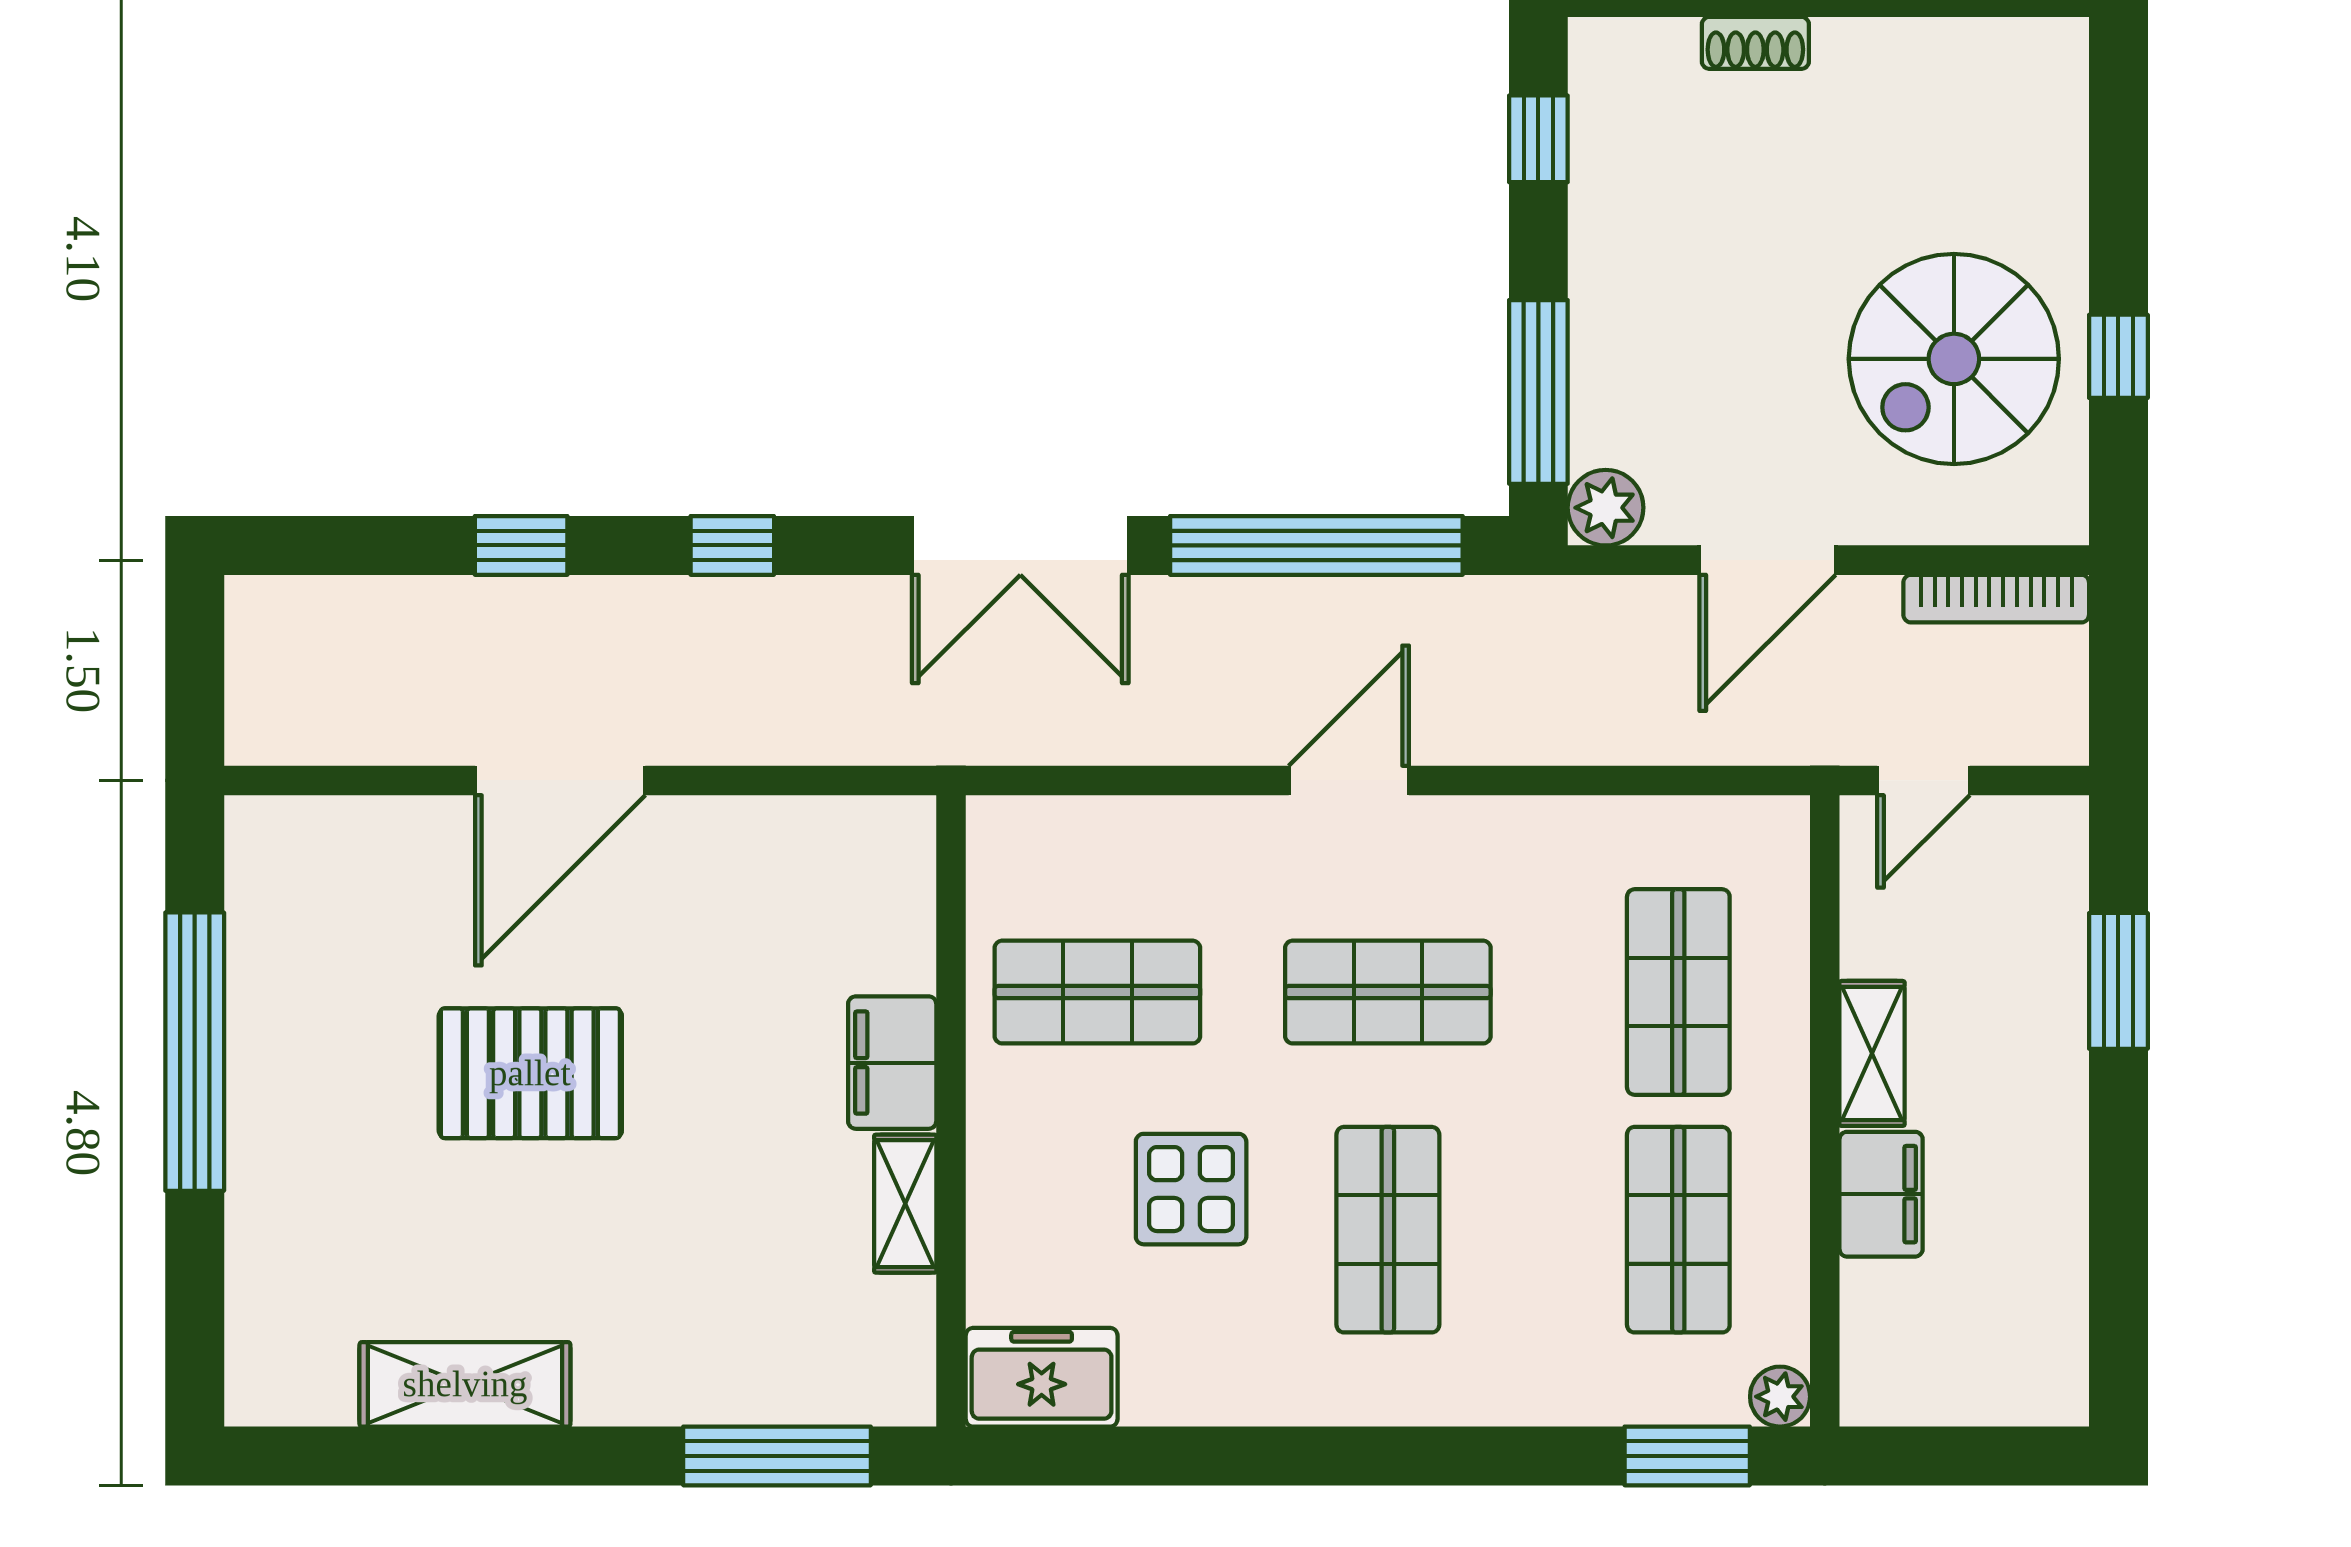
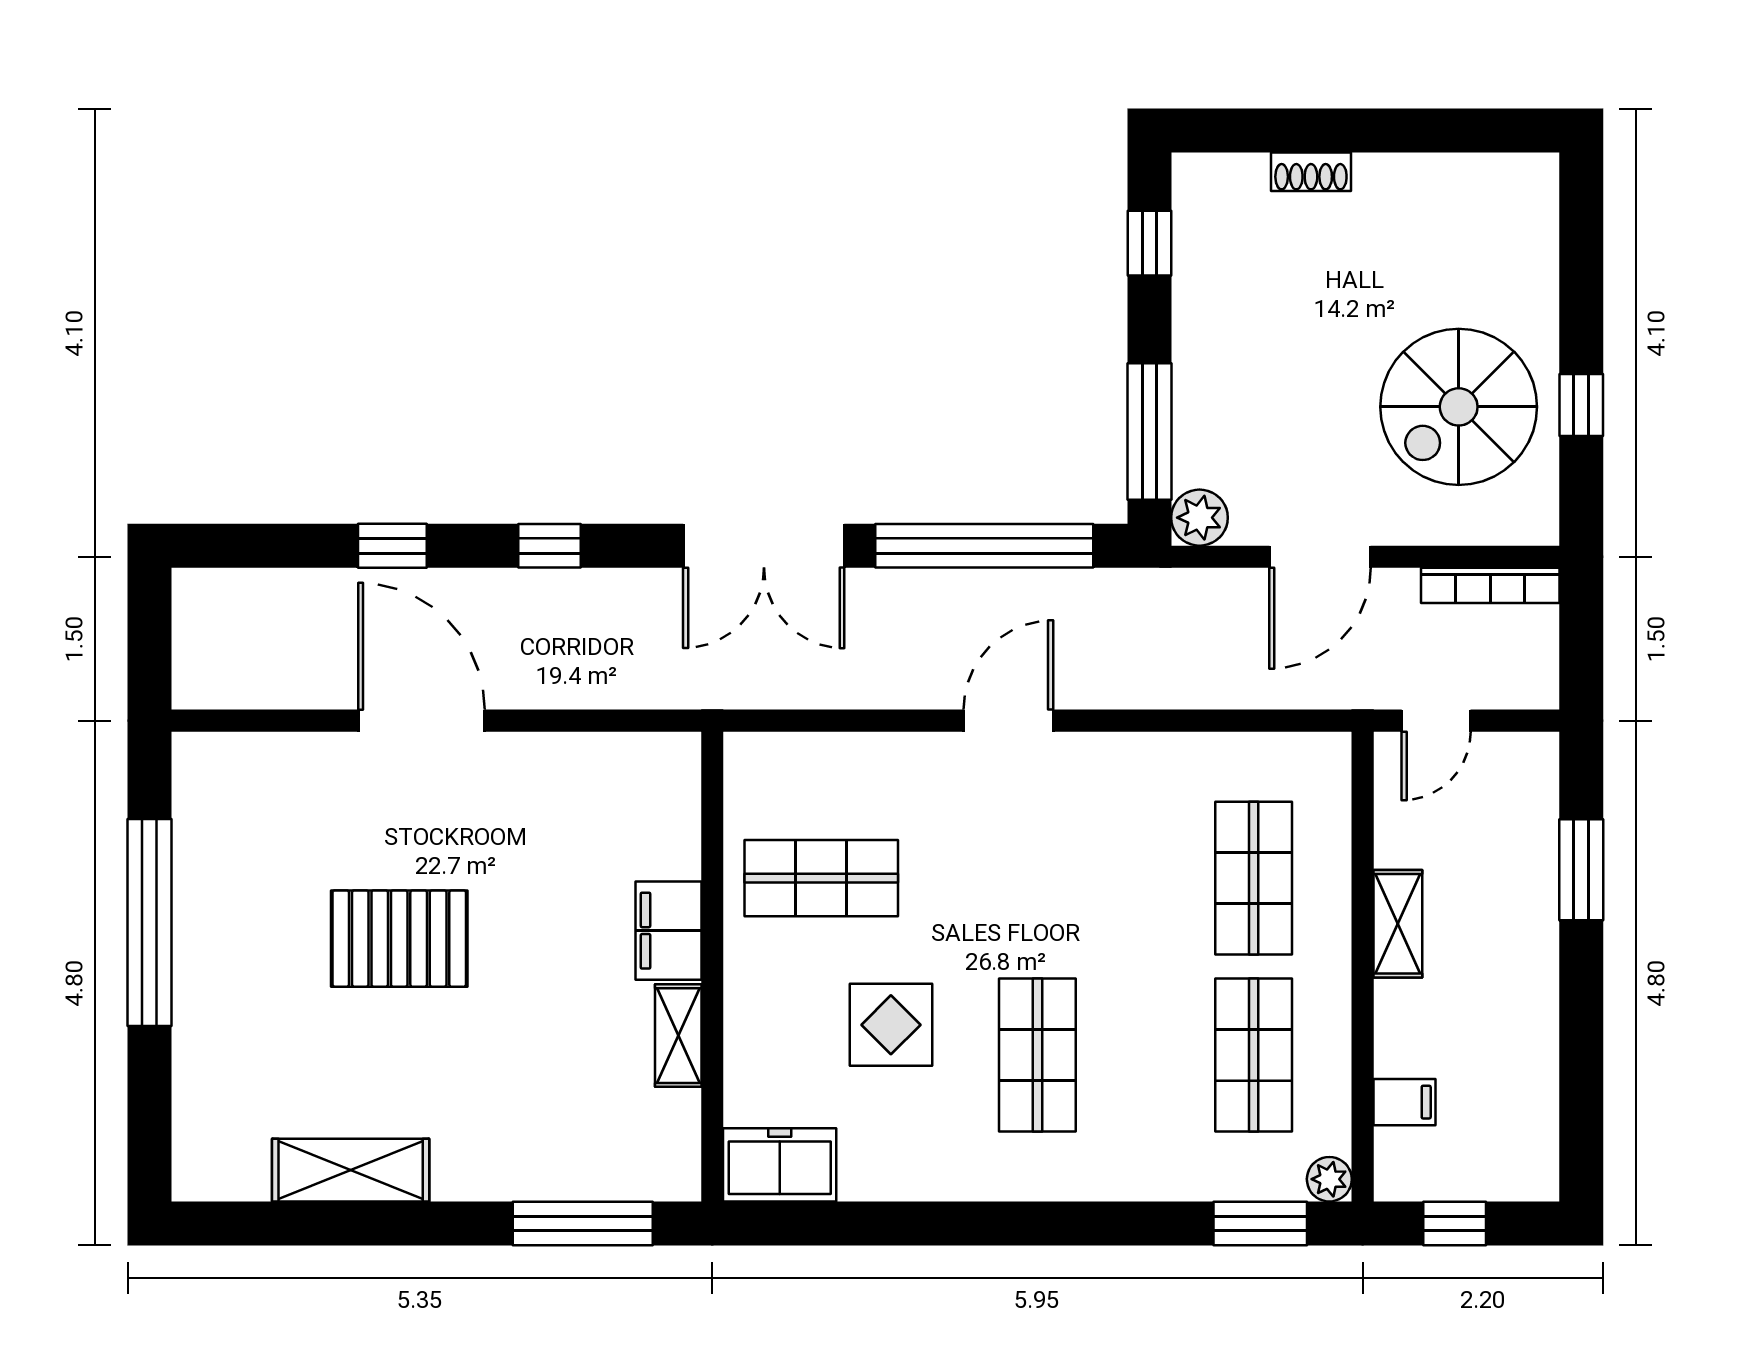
door: (560, 780) -> (421, 721), swing flipped
shop shelf: (1388, 992) -> (1037, 878), removed
filing cabinet: (1881, 1194) -> (1404, 1102), moved, width x0.50
window: (1948, 1456) -> (1455, 1223), added

